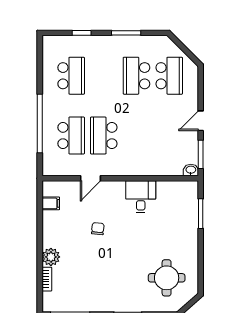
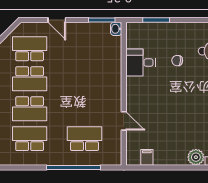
door: (201, 121) -> (57, 20), moved
school desk: (104, 136) -> (30, 109), moved
desk: (141, 197) -> (141, 62), moved
chair: (98, 229) -> (177, 61), moved

